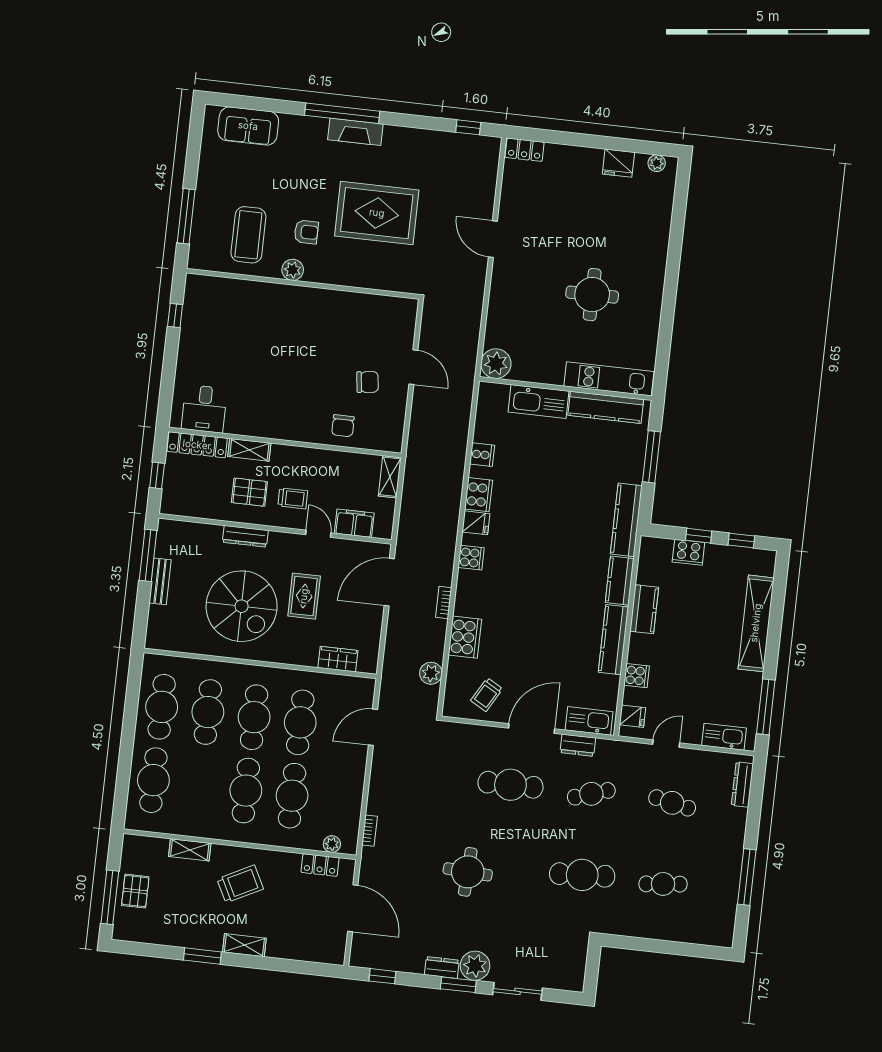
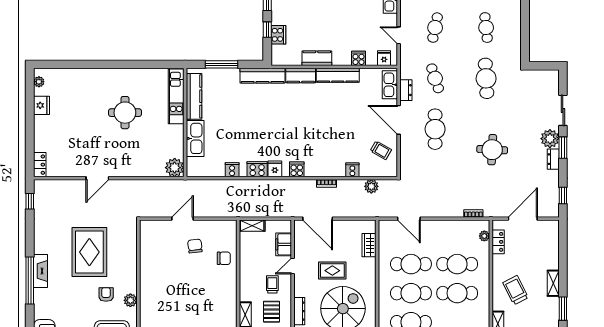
cooker: (465, 637) -> (352, 170), width x0.53, depth x0.76

